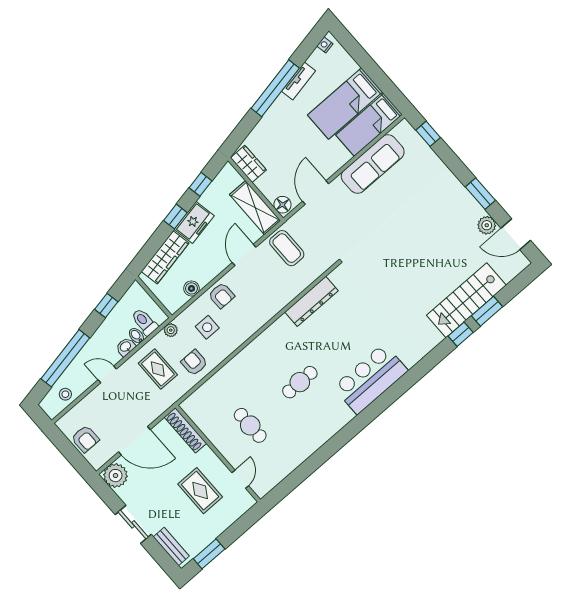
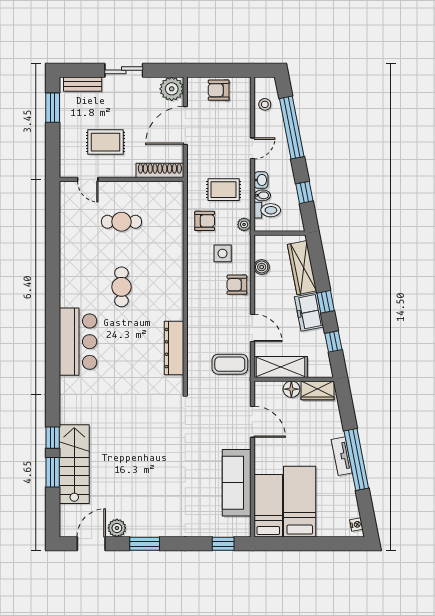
tv unit: (299, 81) -> (342, 456), moved
floor lamp: (282, 205) -> (291, 389), moved

